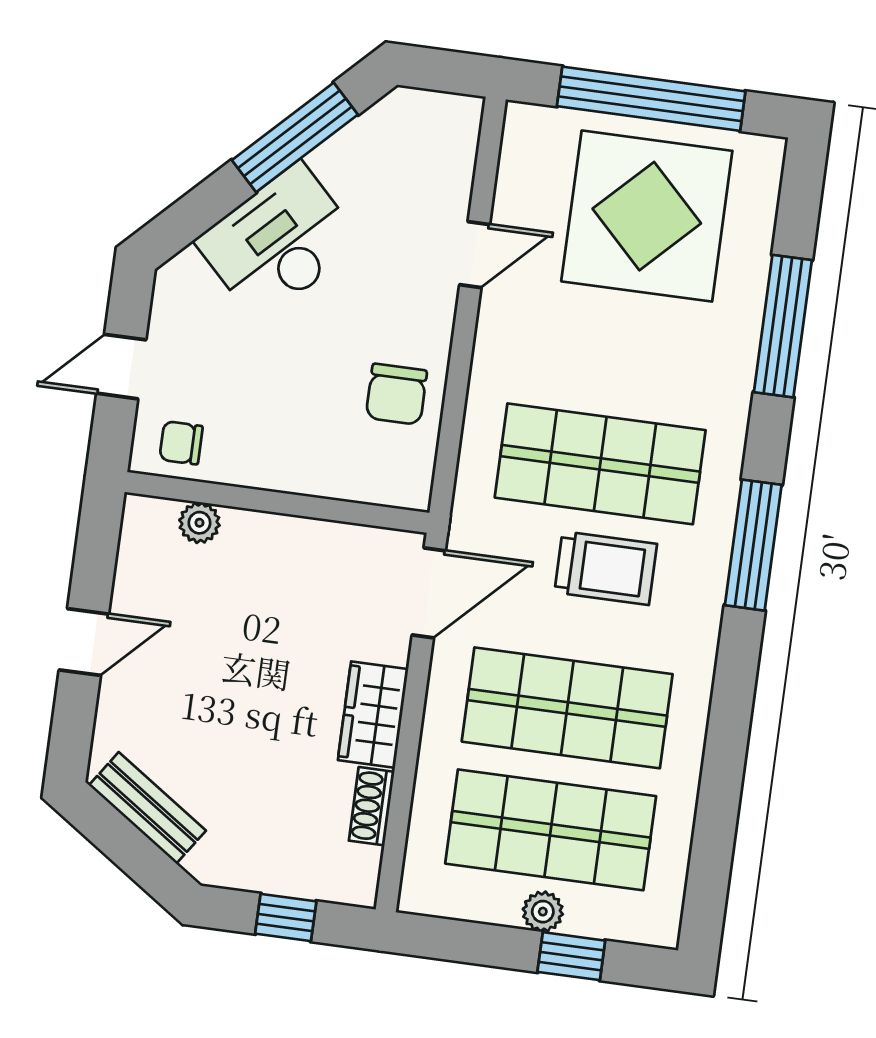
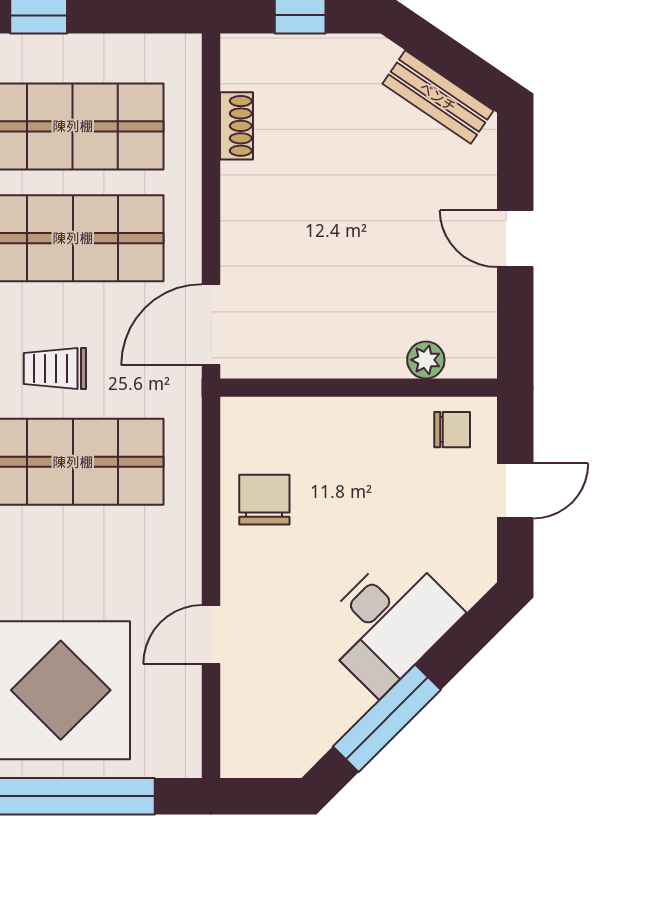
trolley: (606, 568) -> (55, 368), width x0.73, depth x0.72
door: (84, 642) -> (515, 239), hinge flipped
wardrobe: (373, 715) -> (246, 208), removed
plant: (543, 912) -> (70, 52), removed

